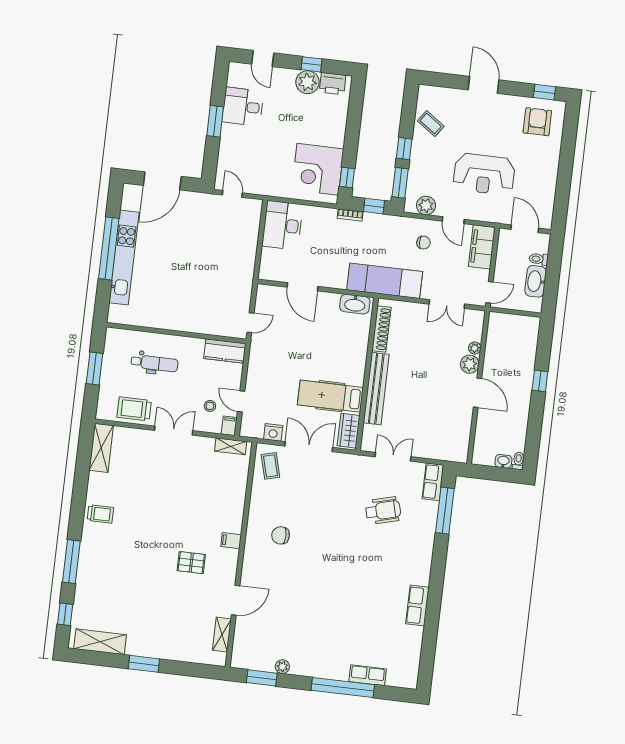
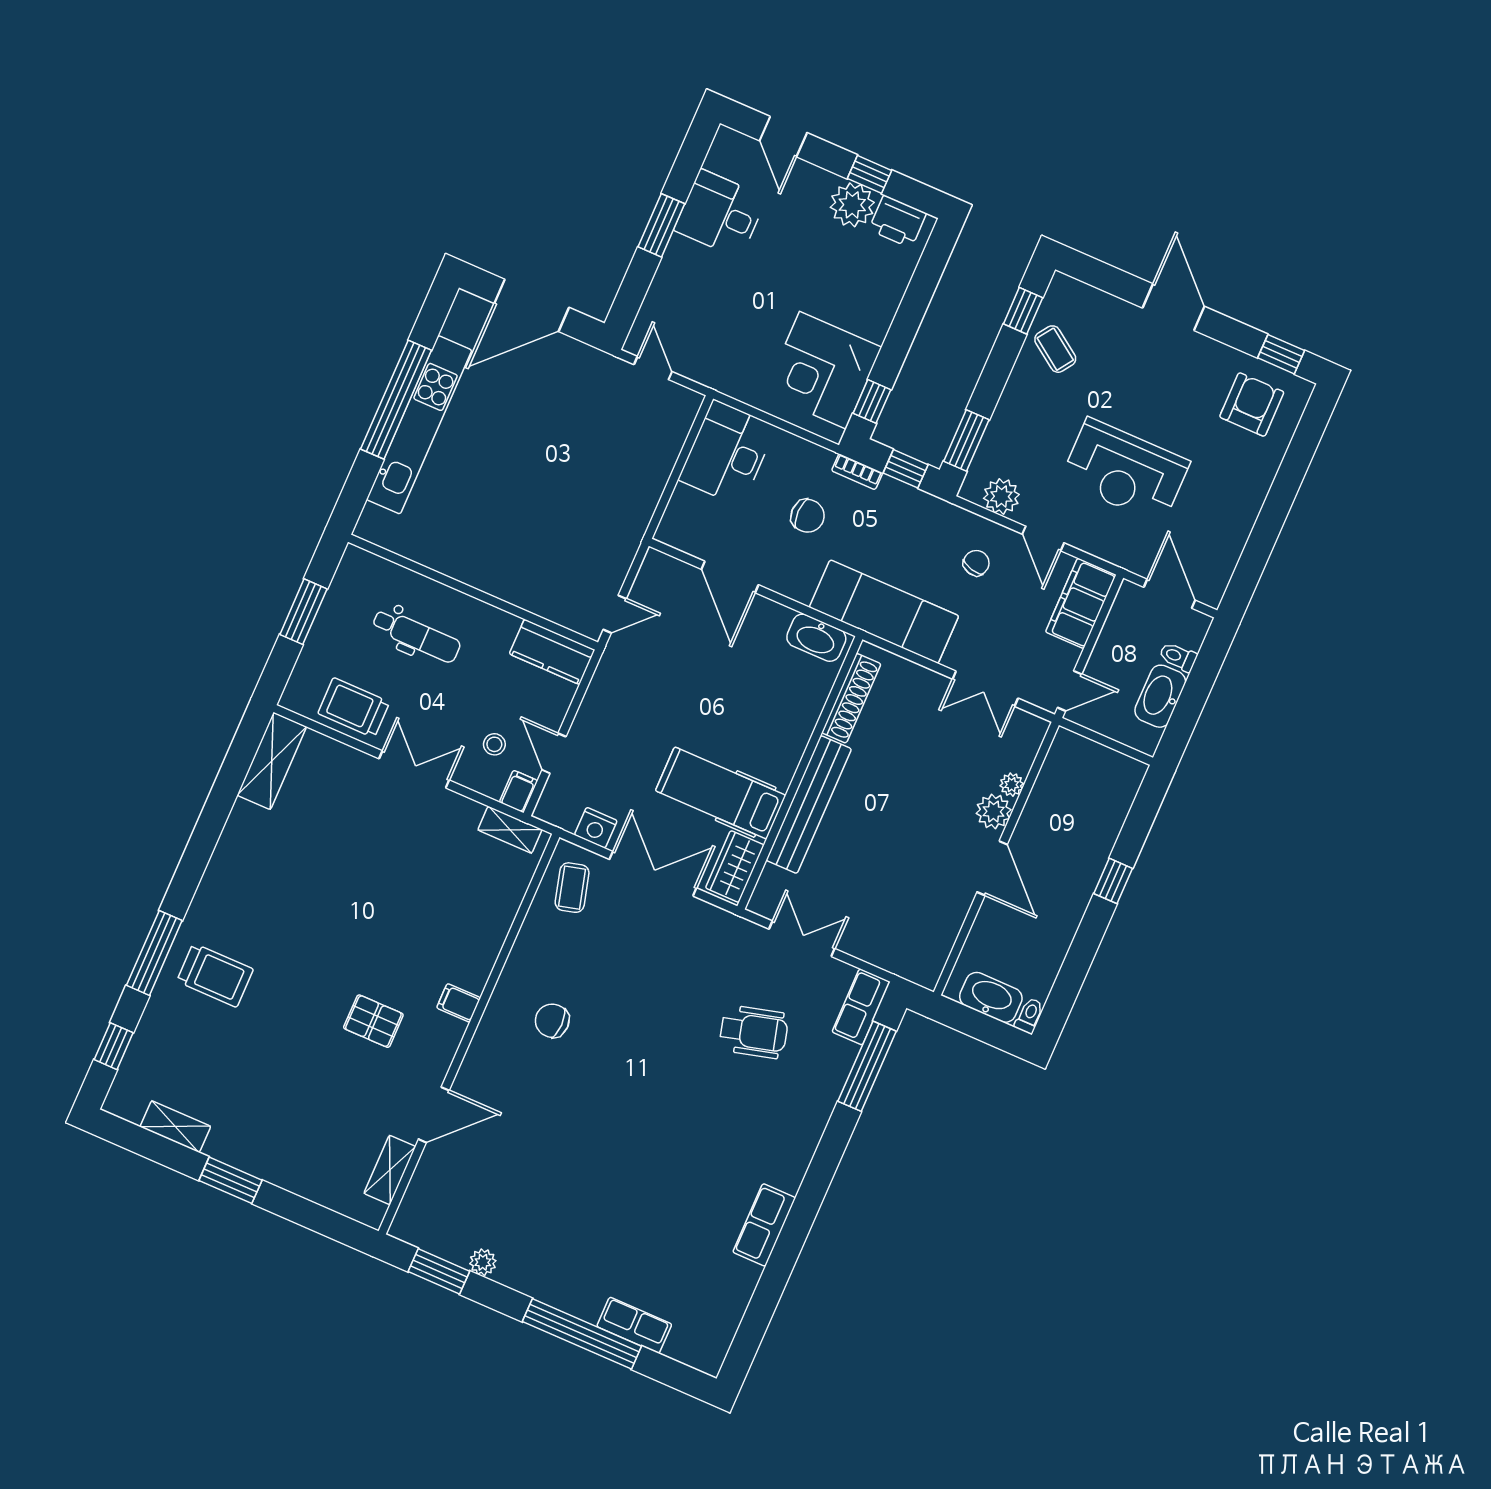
window: (404, 149) -> (1023, 311), moved
chair: (423, 243) -> (976, 563), turned -76
chair: (332, 244) -> (808, 516), added
washbasin: (503, 461) -> (991, 997), width x1.91, depth x1.45
trolley: (100, 514) -> (215, 975), moved, width x1.36, depth x1.39
shelving: (100, 642) -> (175, 1127), width x0.67, depth x0.75

